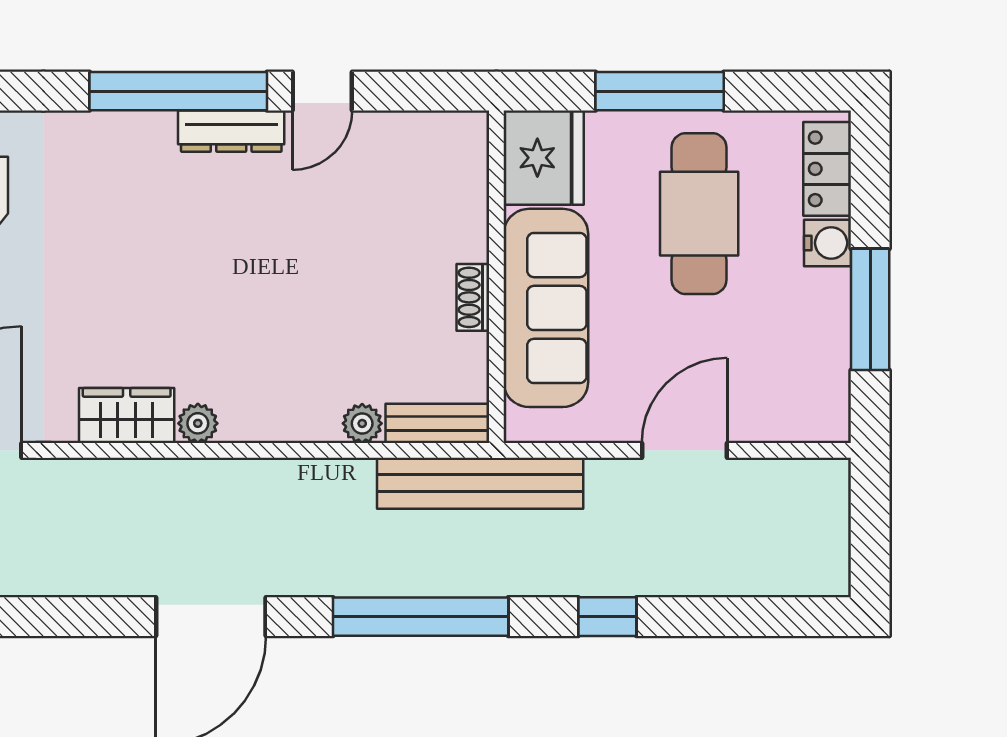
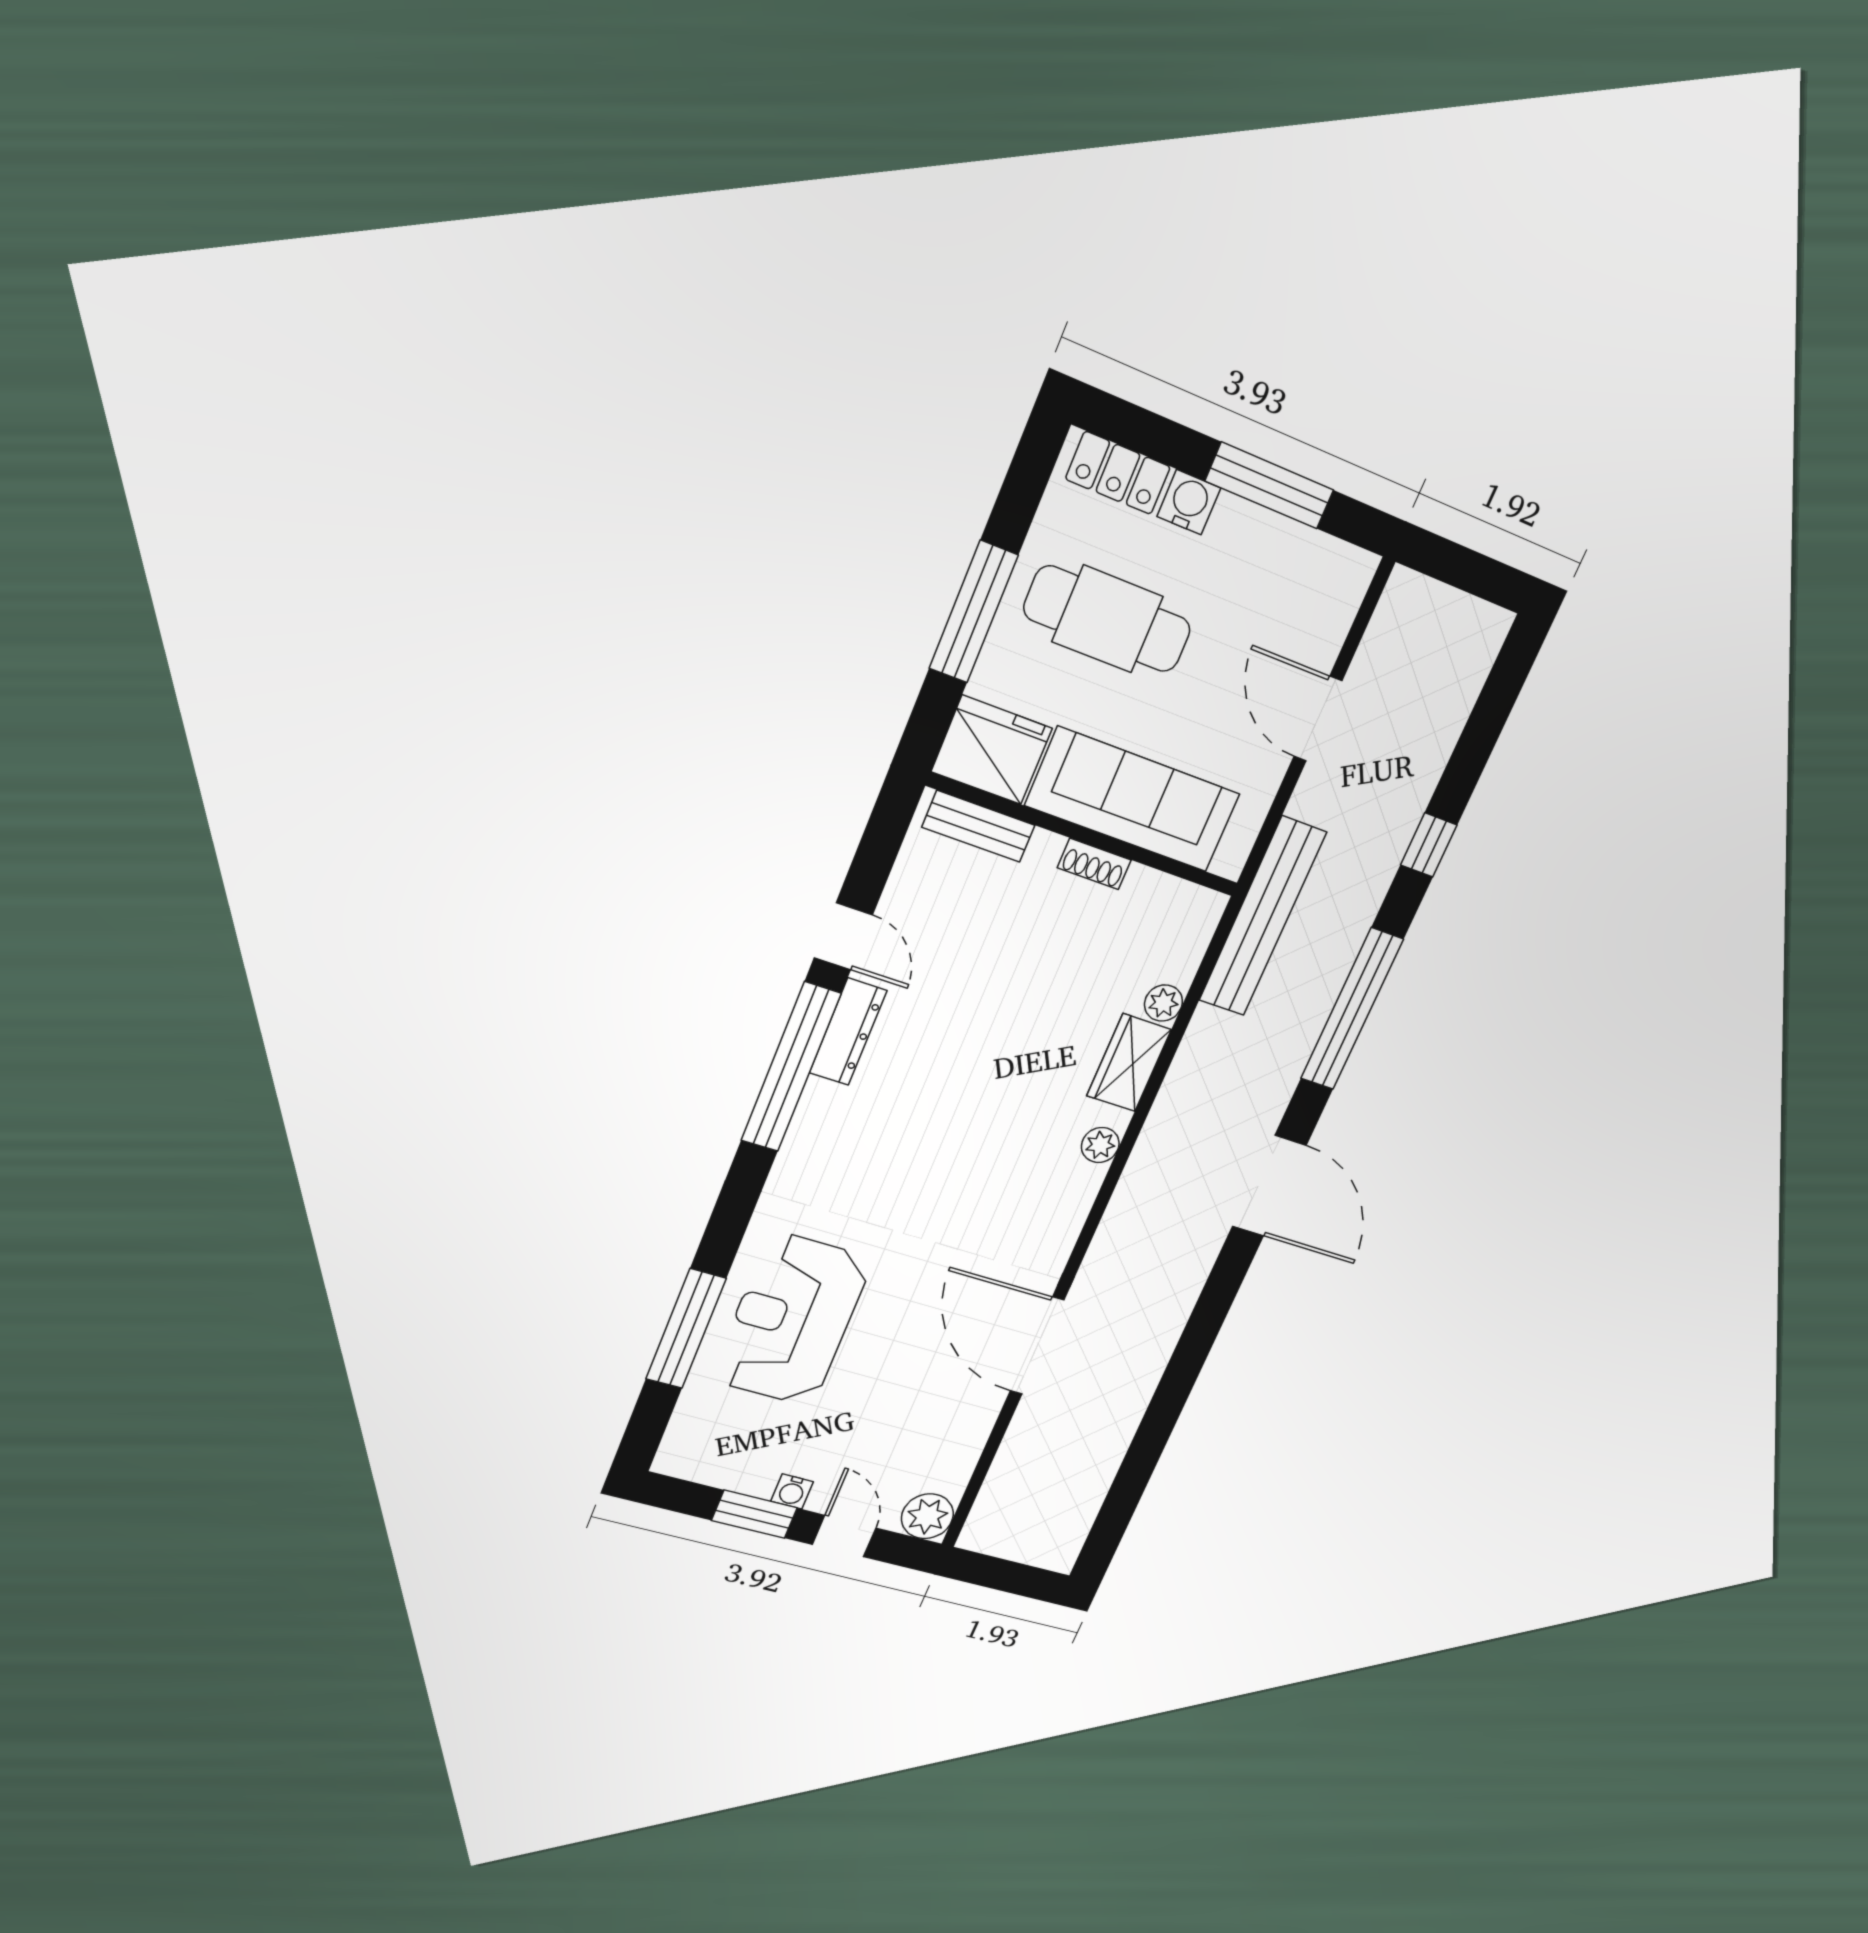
wardrobe: (127, 416) -> (1129, 1063), moved
bench: (437, 423) -> (979, 826), moved, turned 90

